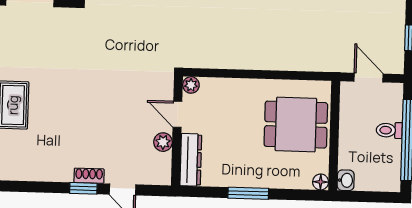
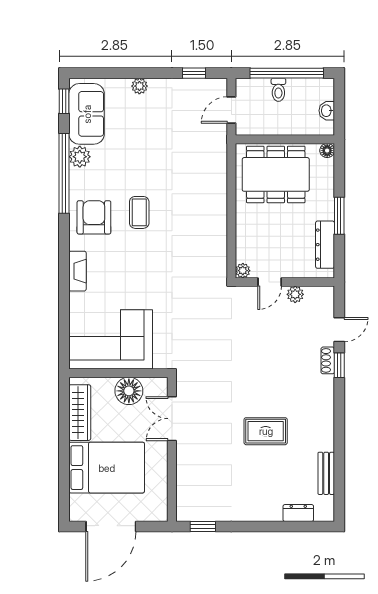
dining table: (296, 125) -> (276, 174), width x1.38
dresser: (191, 160) -> (325, 245), moved, turned -90
washbasin: (346, 180) -> (327, 111), moved, turned -90

